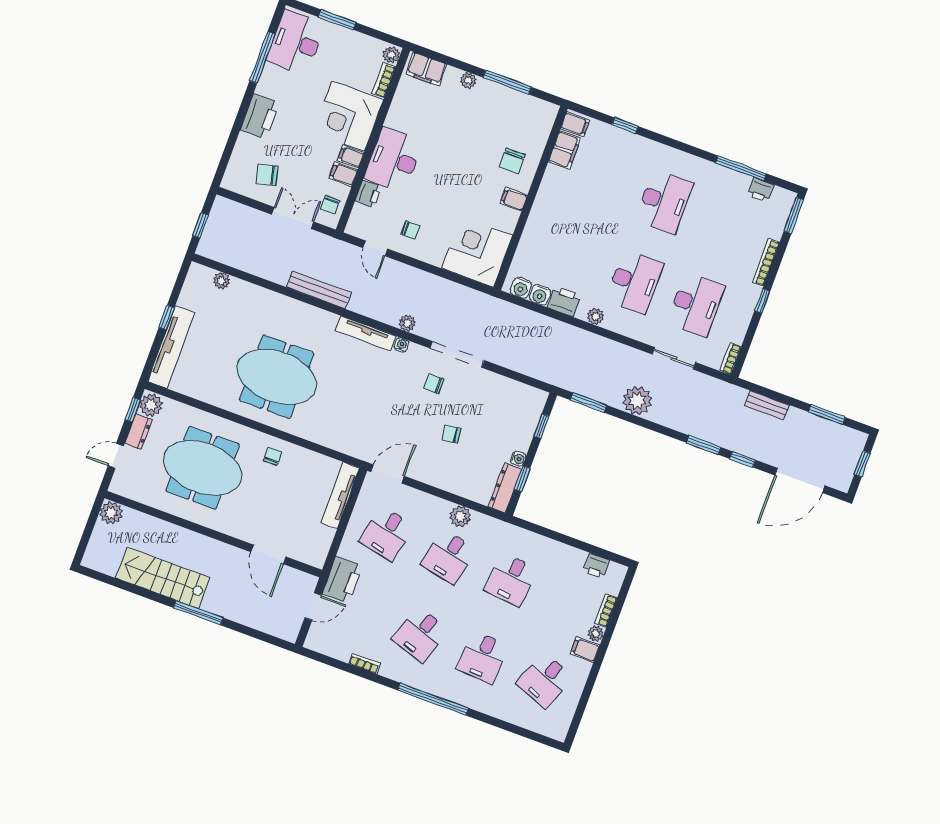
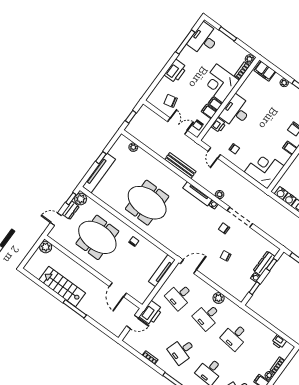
dresser: (505, 488) -> (264, 263), moved

